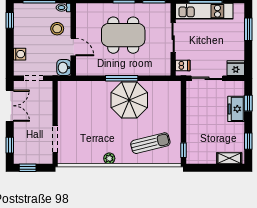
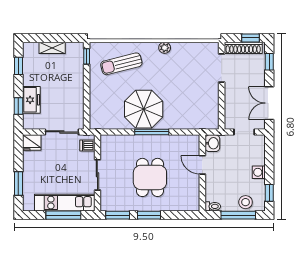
stool: (57, 29) -> (246, 202), moved
dining table: (123, 35) -> (150, 177), width x0.73
washing machine: (20, 54) -> (259, 172), moved
shoe rack: (35, 158) -> (243, 48), added
shelving: (229, 158) -> (52, 48), moved

